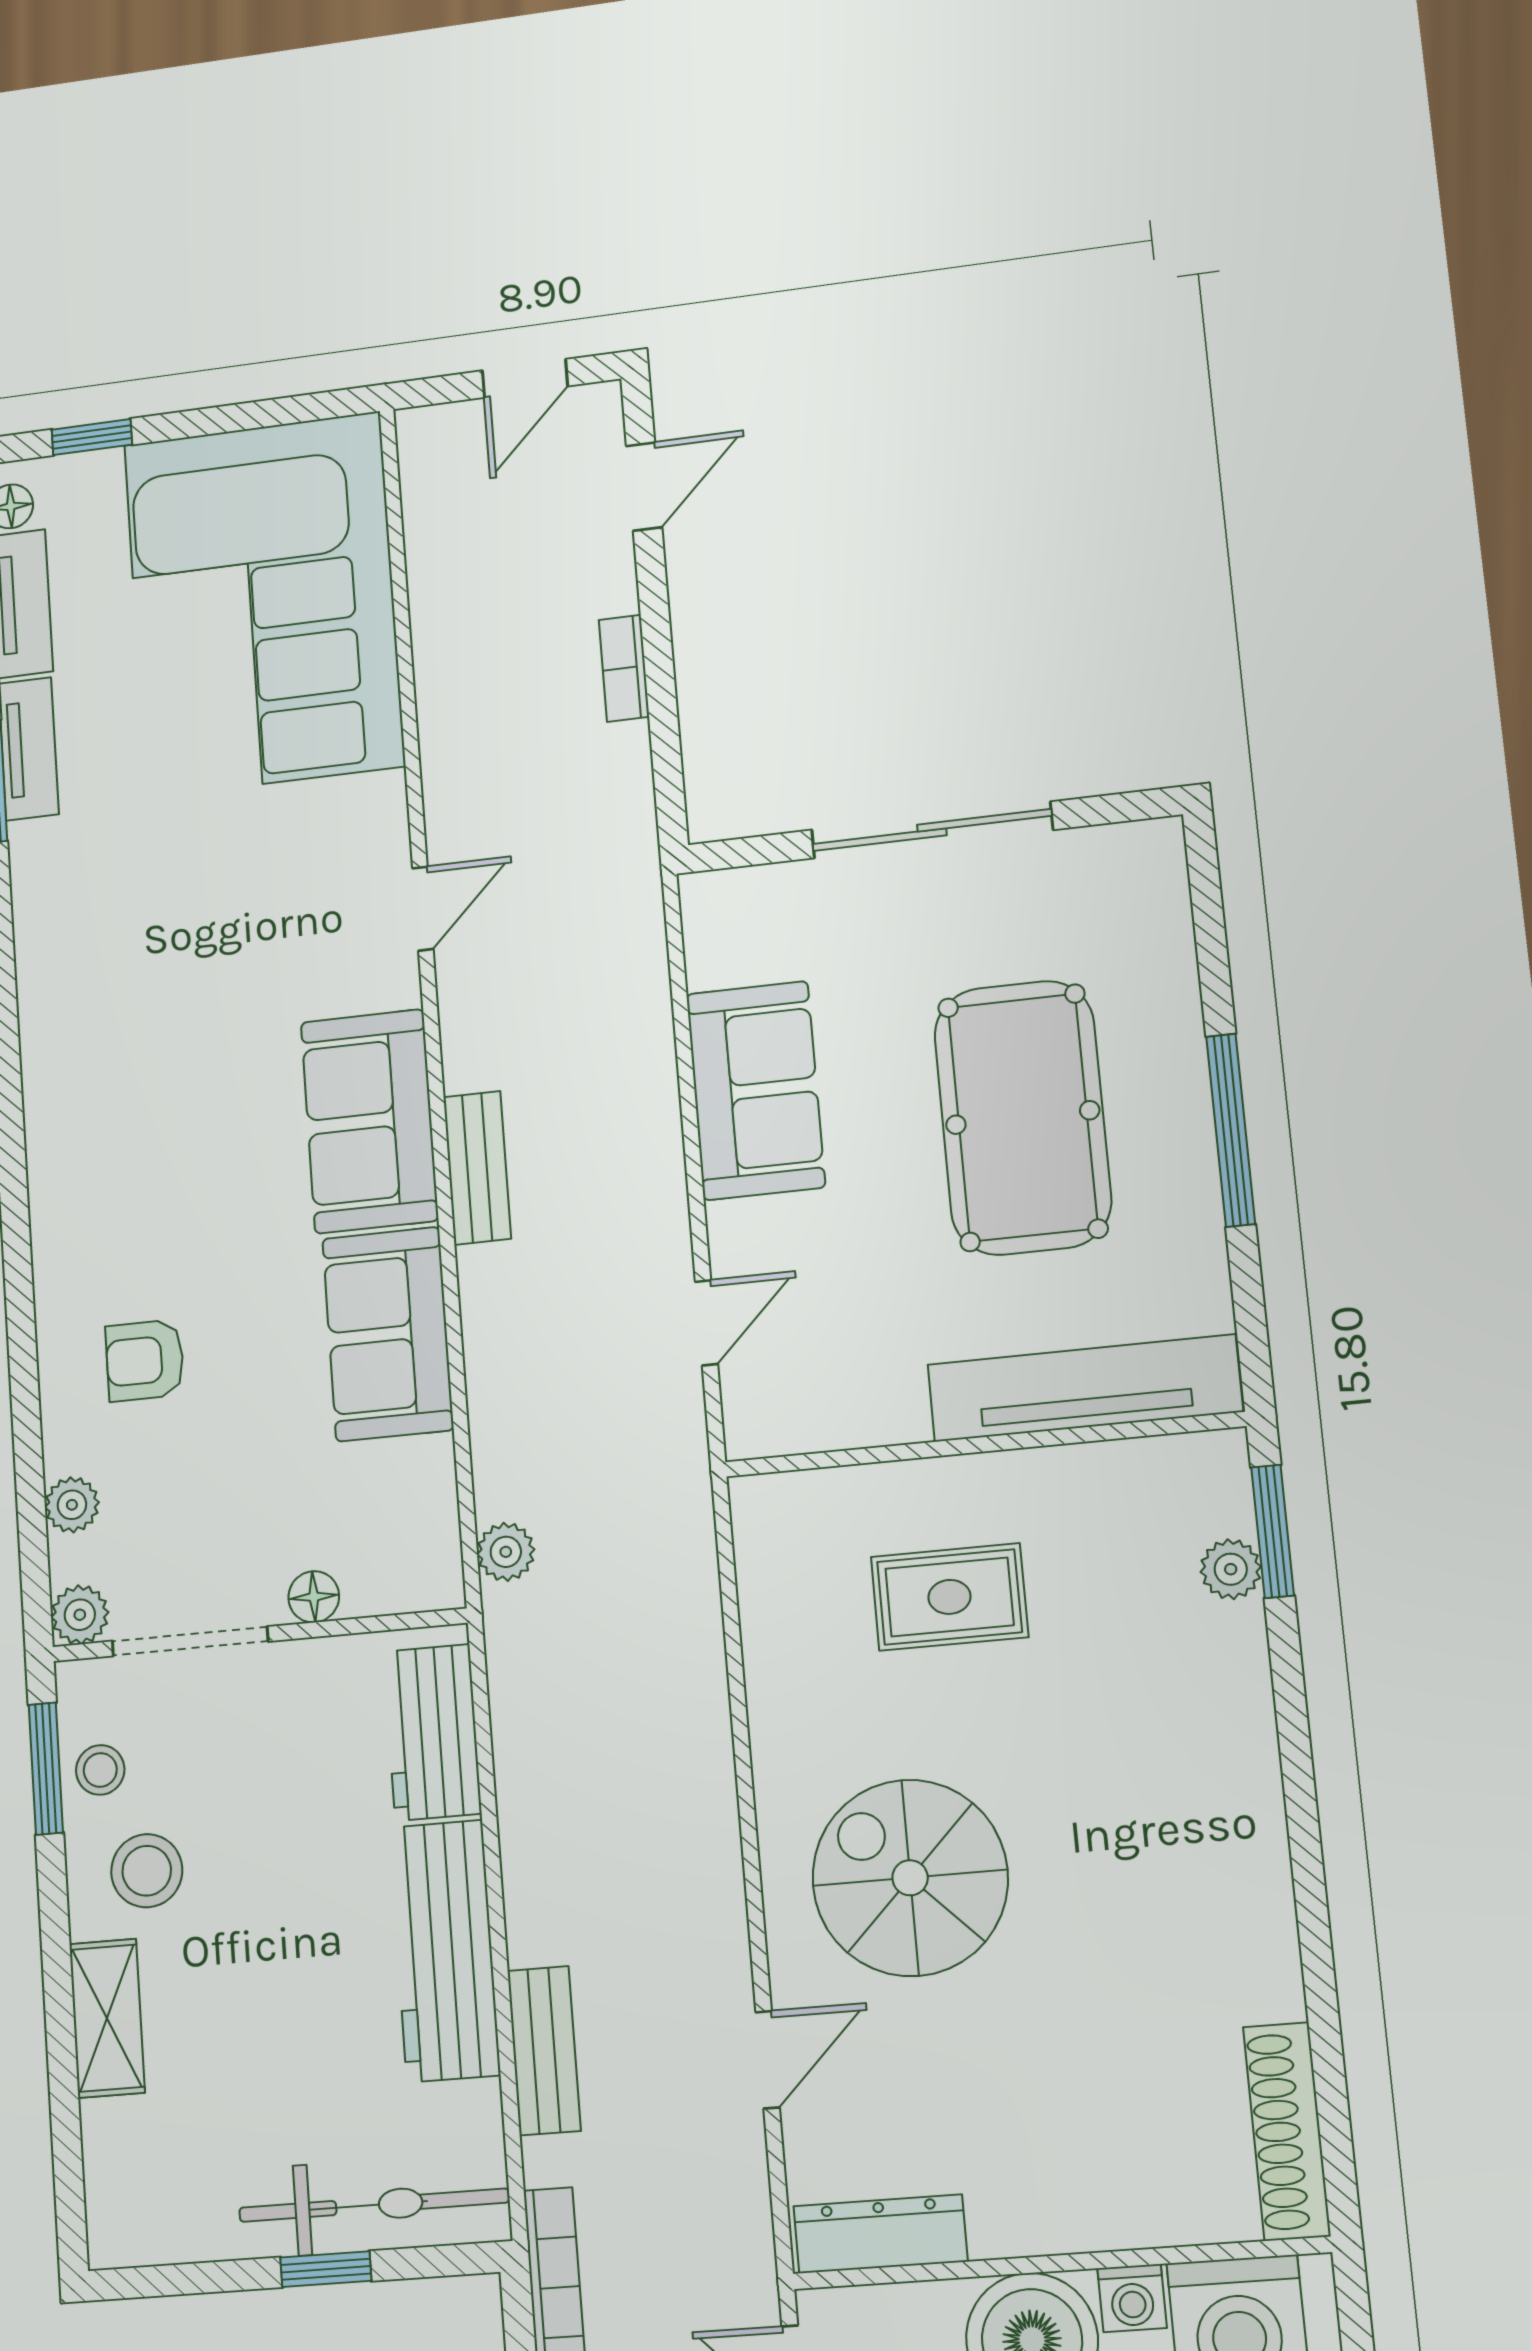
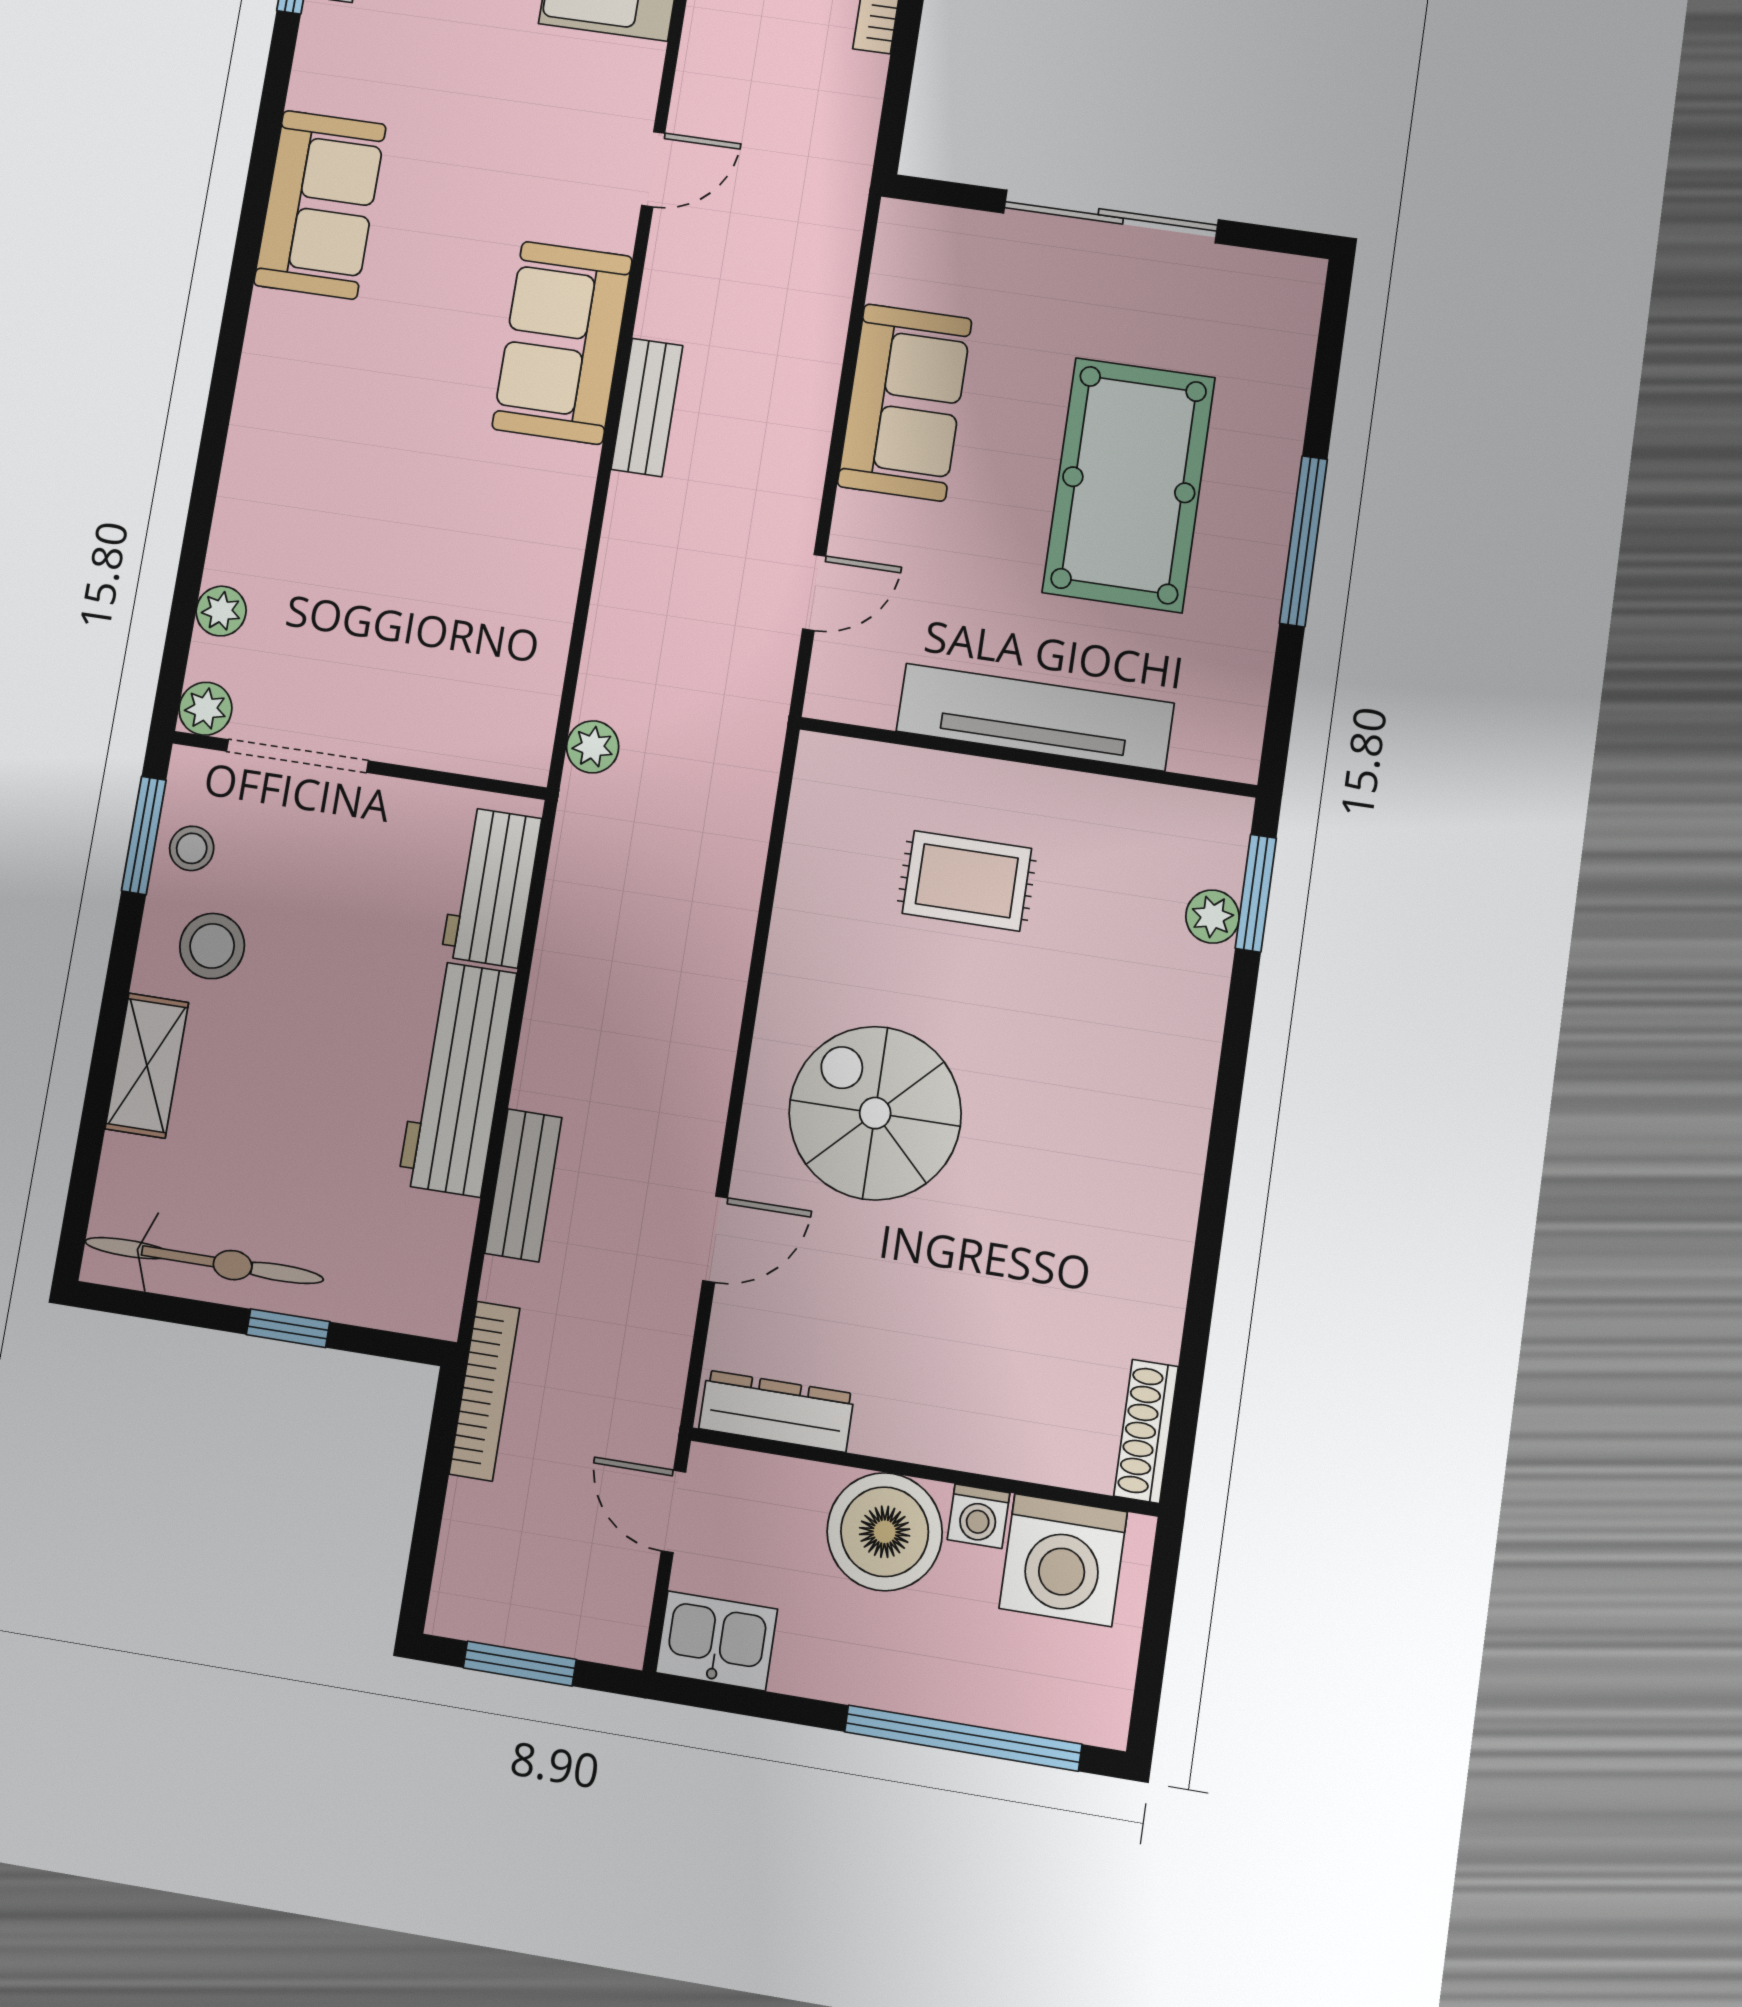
sofa: (388, 1334) -> (320, 205), moved, turned 180
armchair: (145, 1360) -> (315, 501), removed
tv unit: (1085, 1388) -> (1035, 717), moved
floor lamp: (314, 1597) -> (415, 744), removed
shoe rack: (1287, 2131) -> (1146, 1431), width x0.74, depth x0.81
bicycle: (374, 2205) -> (204, 1260), moved

